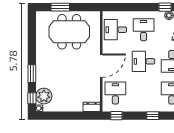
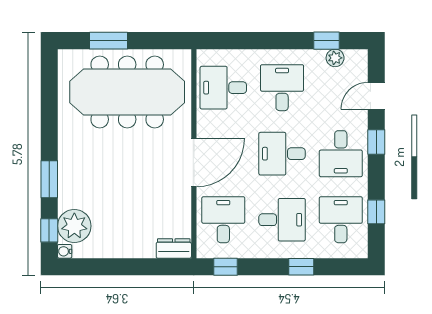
meeting table: (69, 32) -> (127, 92), width x1.36
desk: (144, 93) -> (282, 220), added

